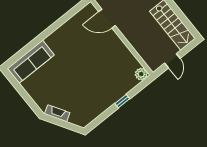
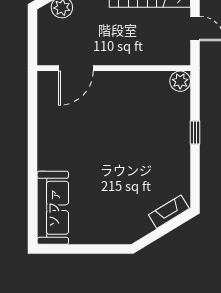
fireplace: (57, 113) -> (169, 212), moved

